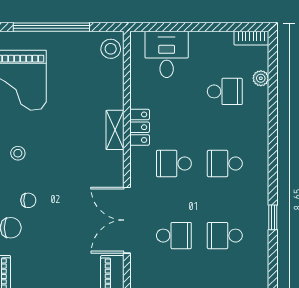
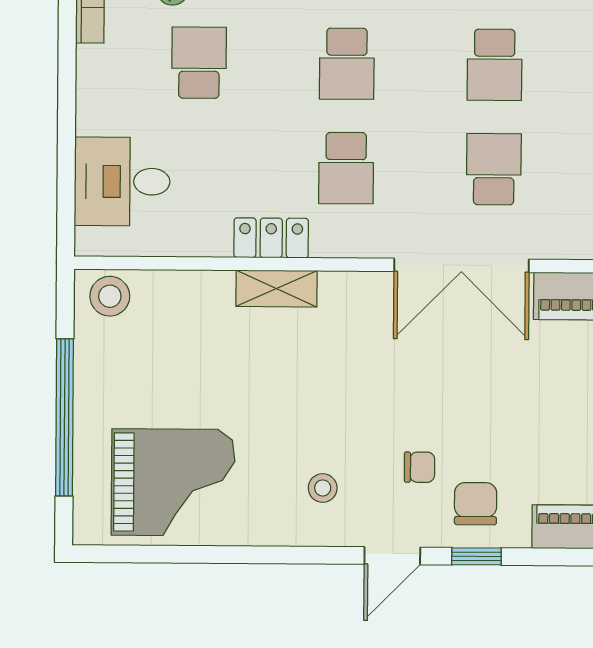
chair: (28, 200) -> (419, 467), turned 90

